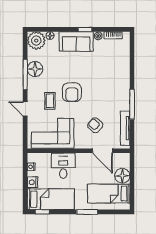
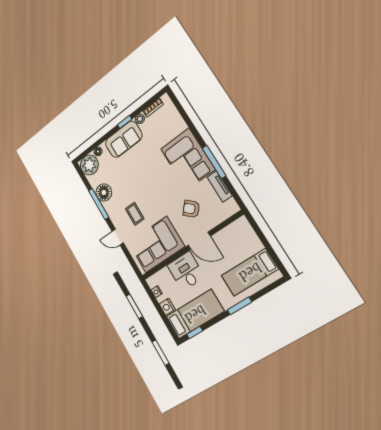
corner sofa: (115, 89) -> (188, 159), added
armchair: (72, 92) -> (149, 191), removed
tv unit: (125, 128) -> (220, 186), width x0.71
door: (102, 151) -> (199, 241), moved
floor lamp: (122, 176) -> (252, 244), removed

